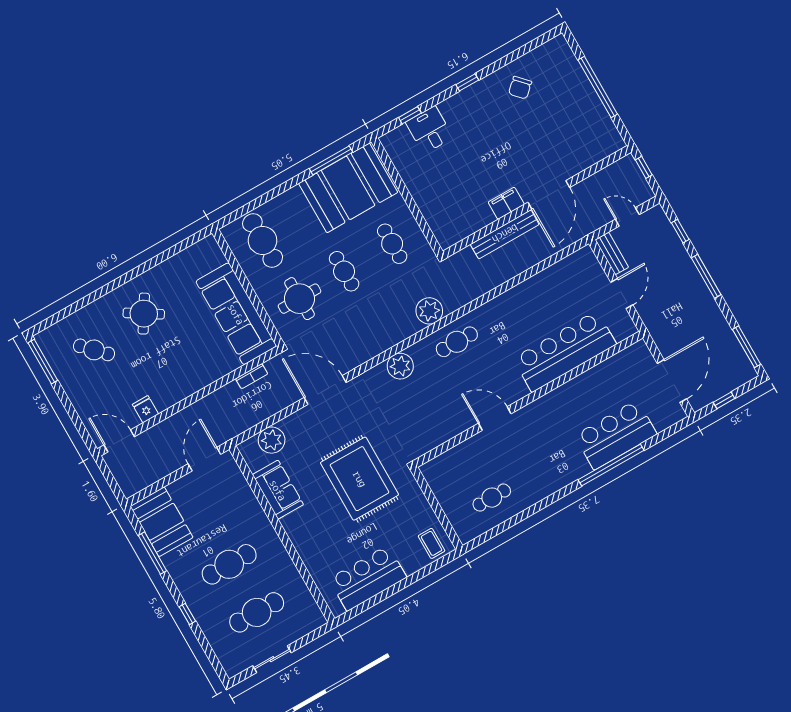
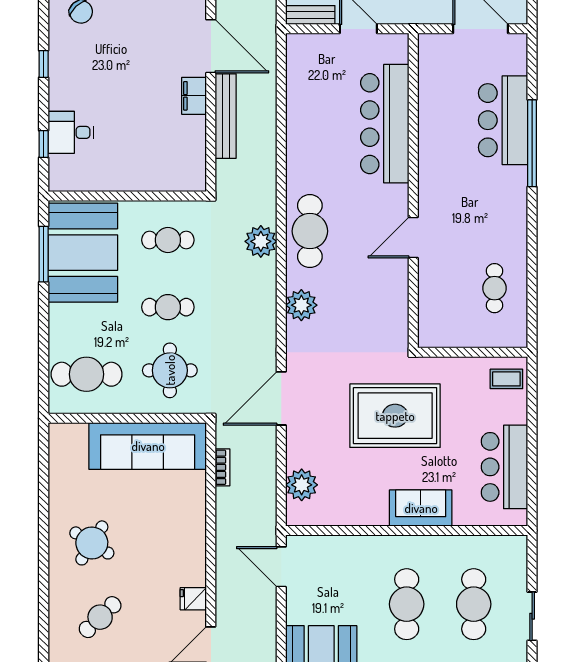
cafe table: (457, 342) -> (310, 231), width x1.37, depth x1.35
sofa: (278, 490) -> (421, 508), moved

